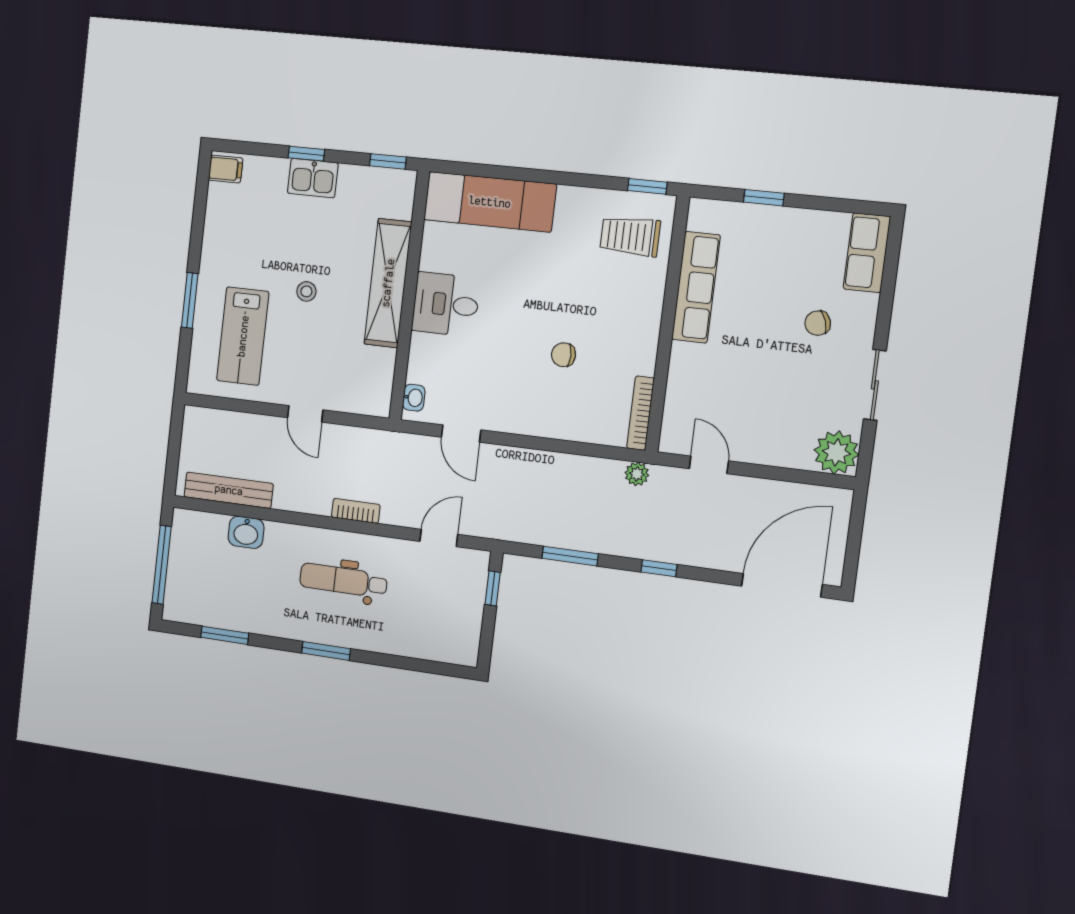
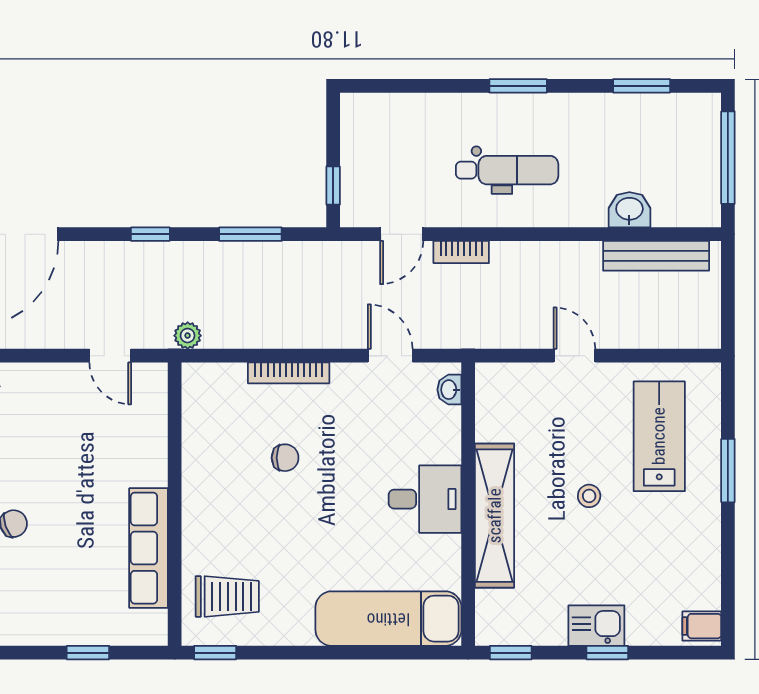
bookcase: (641, 413) -> (289, 373), moved, turned 90
bookcase: (356, 511) -> (461, 252), moved

